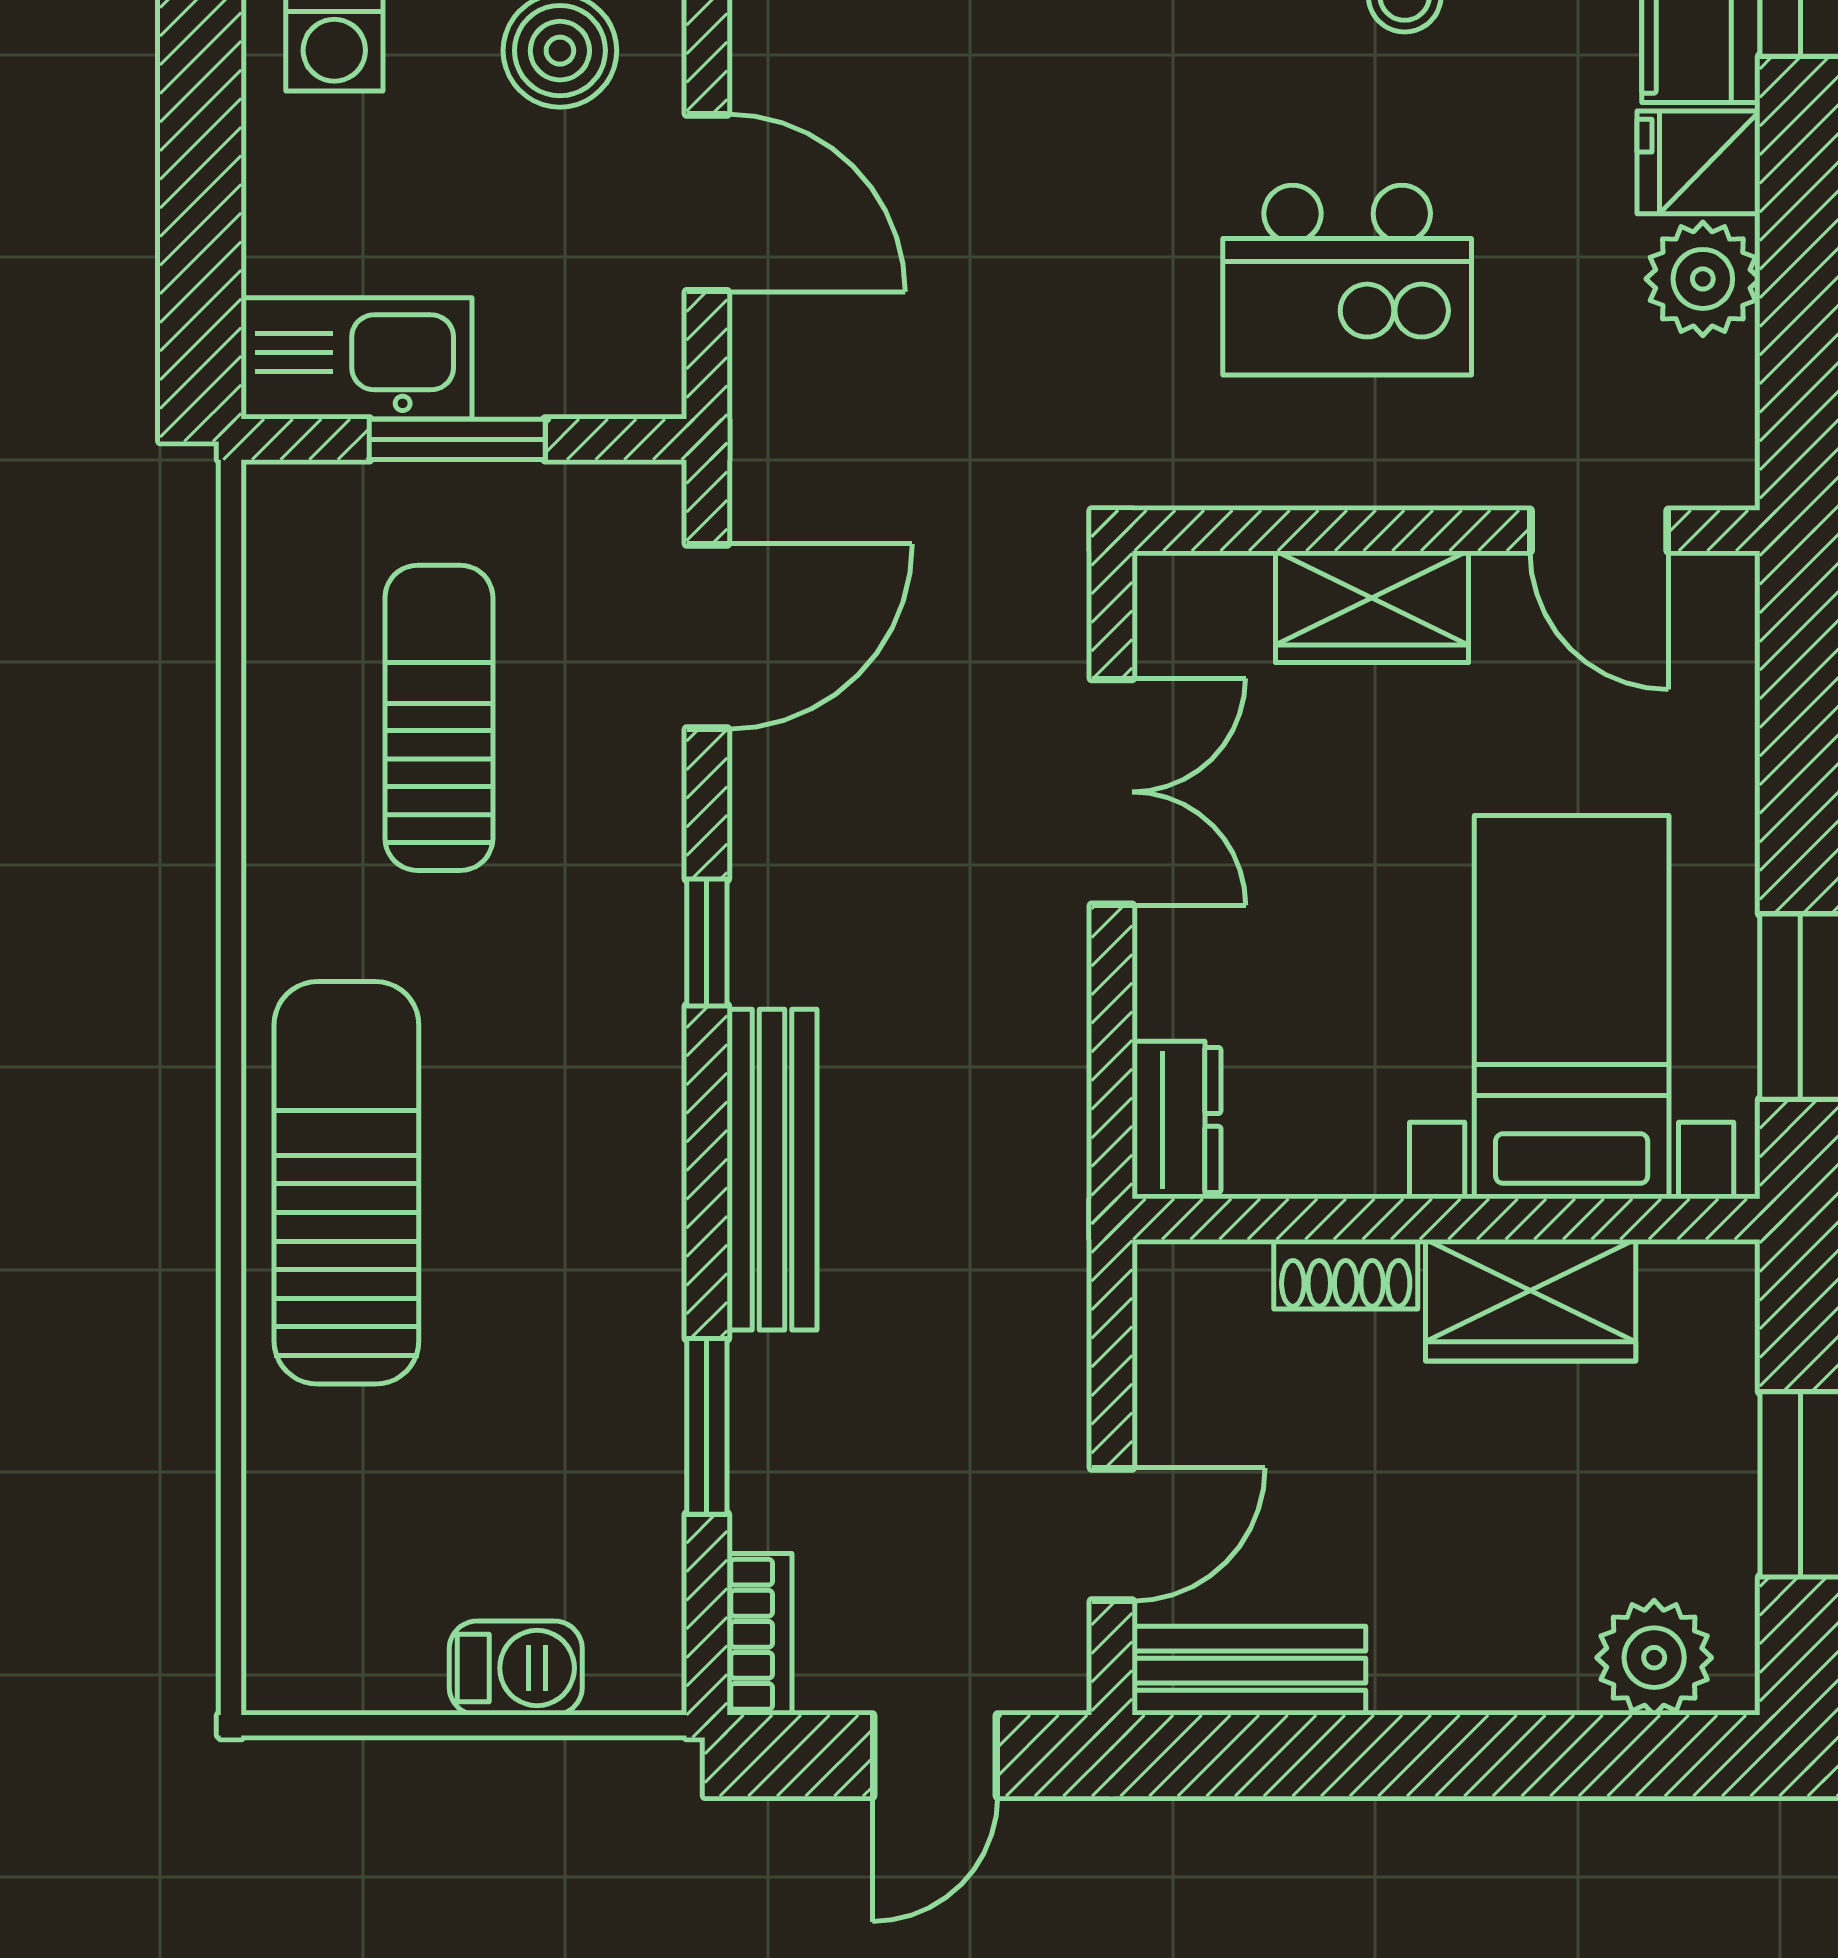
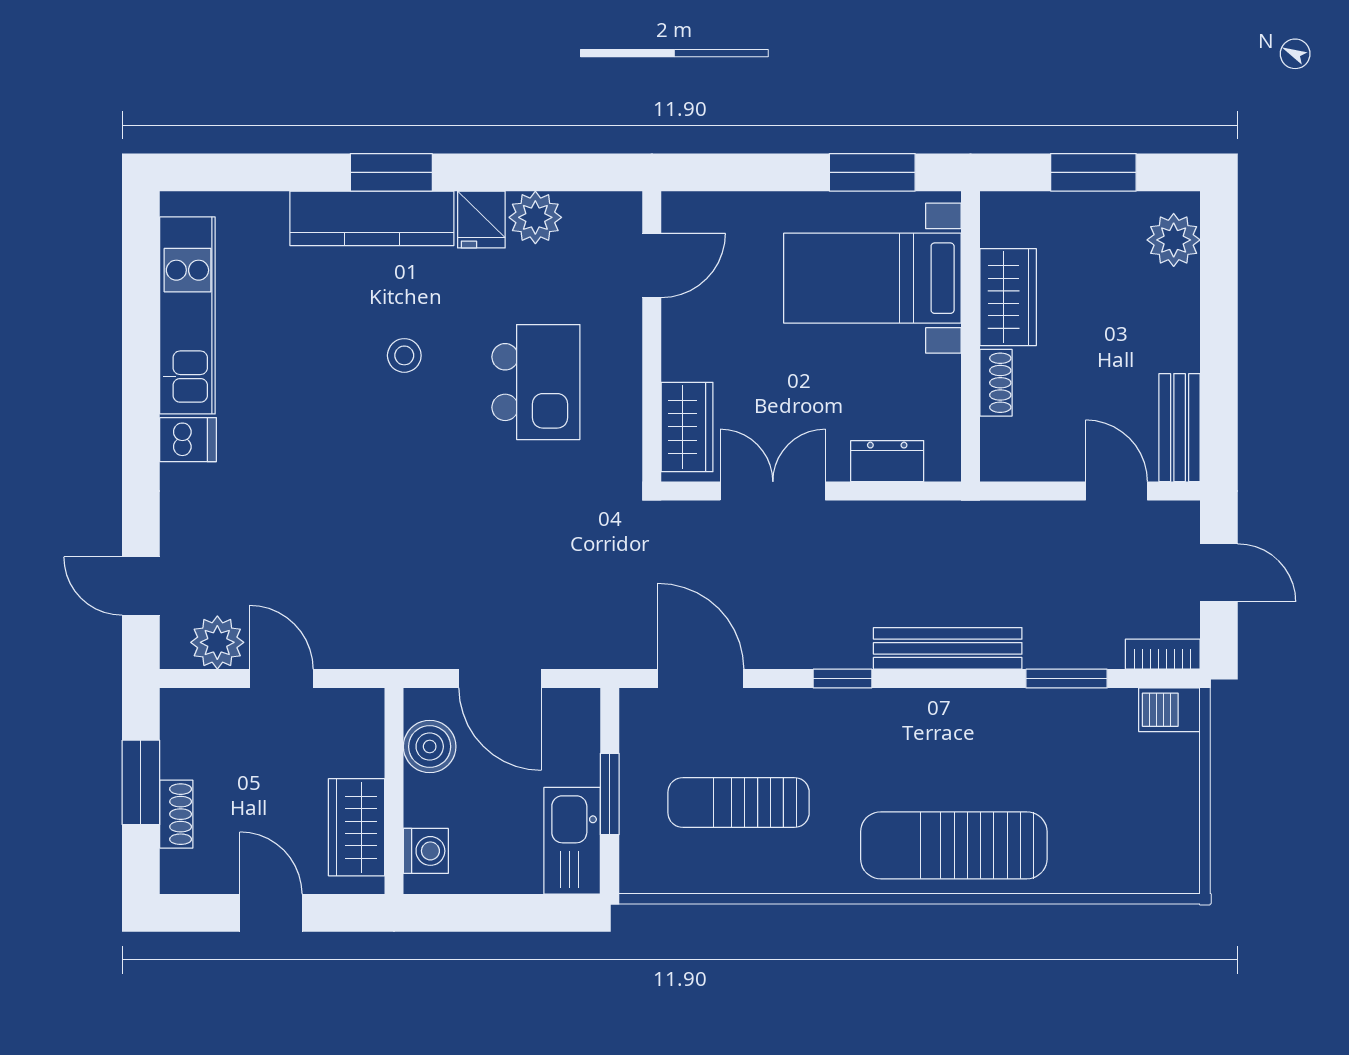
door: (707, 203) -> (500, 679), swing flipped
wardrobe: (1372, 607) -> (687, 427), moved
dresser: (1176, 1120) -> (887, 461), moved
barbecue: (516, 1668) -> (1169, 710), moved, turned -90

